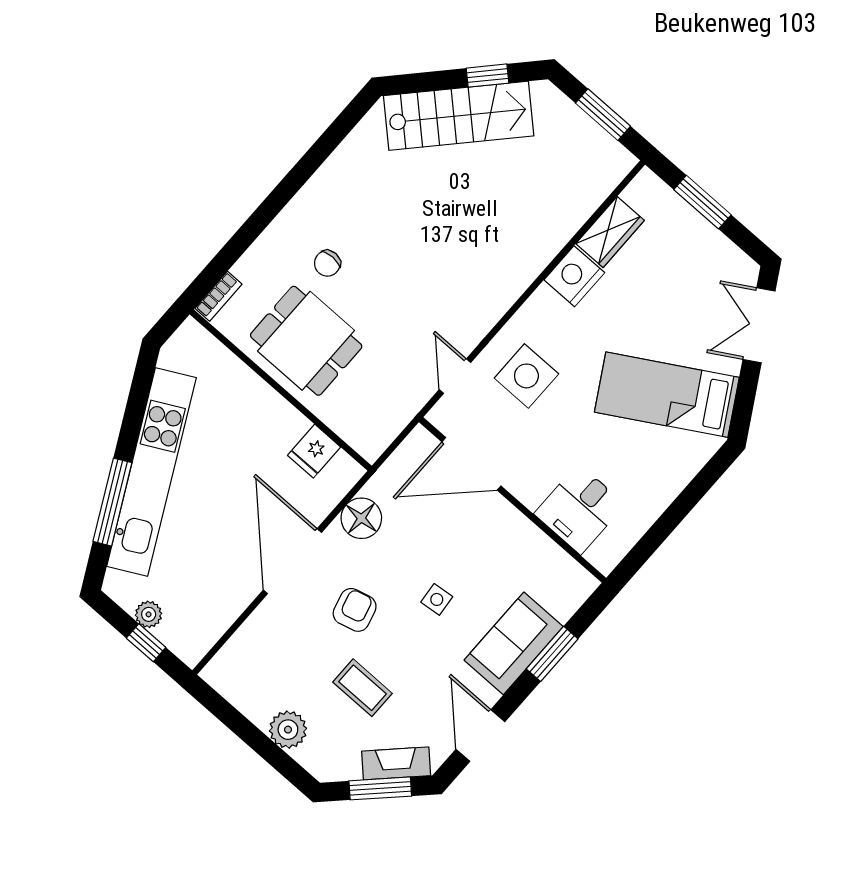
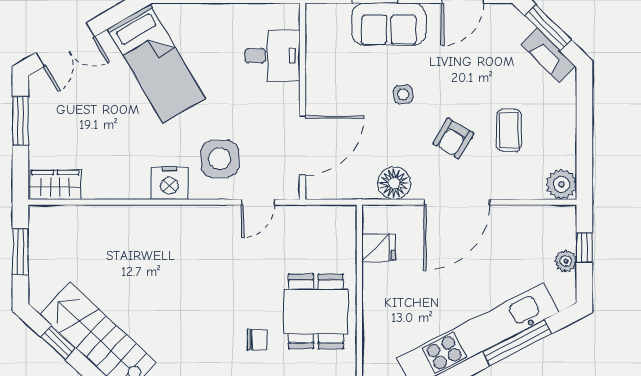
window: (702, 202) -> (20, 121), moved
wardrobe: (610, 232) -> (55, 185), moved
nightstand: (574, 276) -> (169, 183), moved
door: (471, 464) -> (302, 145), hinge flipped
armchair: (355, 610) -> (453, 138), turned -44
coffee table: (362, 688) -> (509, 130), moved
plant: (288, 730) -> (561, 184), moved
fireplace: (396, 763) -> (548, 55), moved

